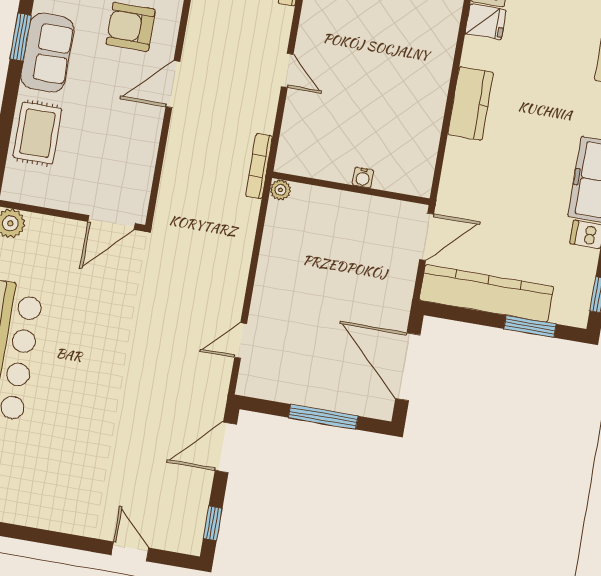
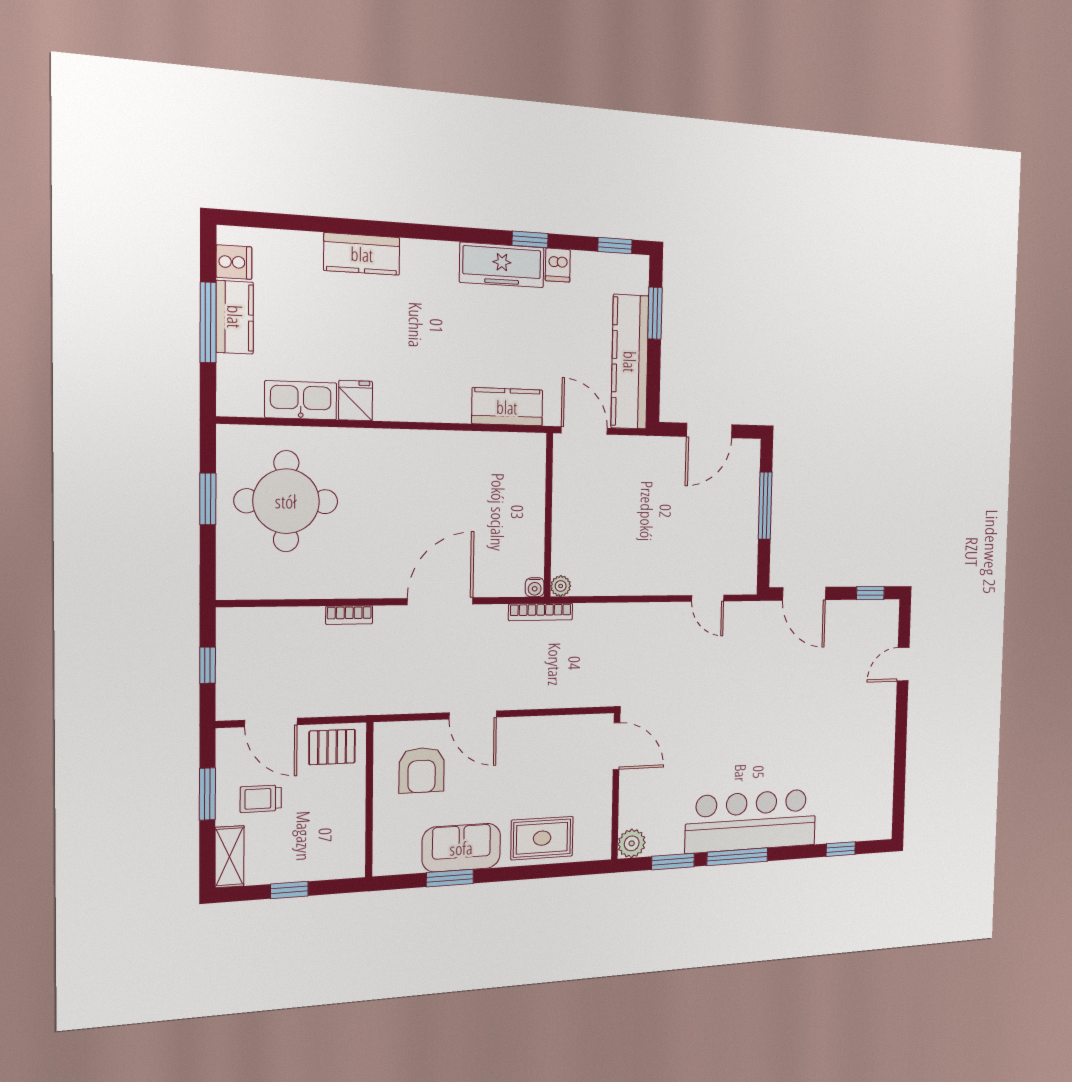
door: (287, 70) -> (440, 601), width x1.88
kitchen counter: (471, 103) -> (507, 407), moved
water cooler: (363, 177) -> (535, 587), moved, turned 90
door: (408, 367) -> (709, 431), width x0.73

